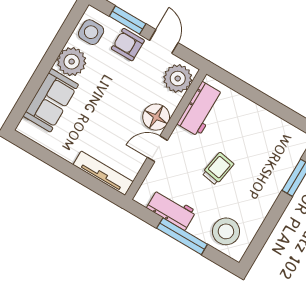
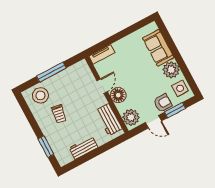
trolley: (218, 169) -> (59, 114), moved
tv unit: (103, 173) -> (102, 54), width x0.71
workbench: (171, 210) -> (83, 148), moved, turned 180

